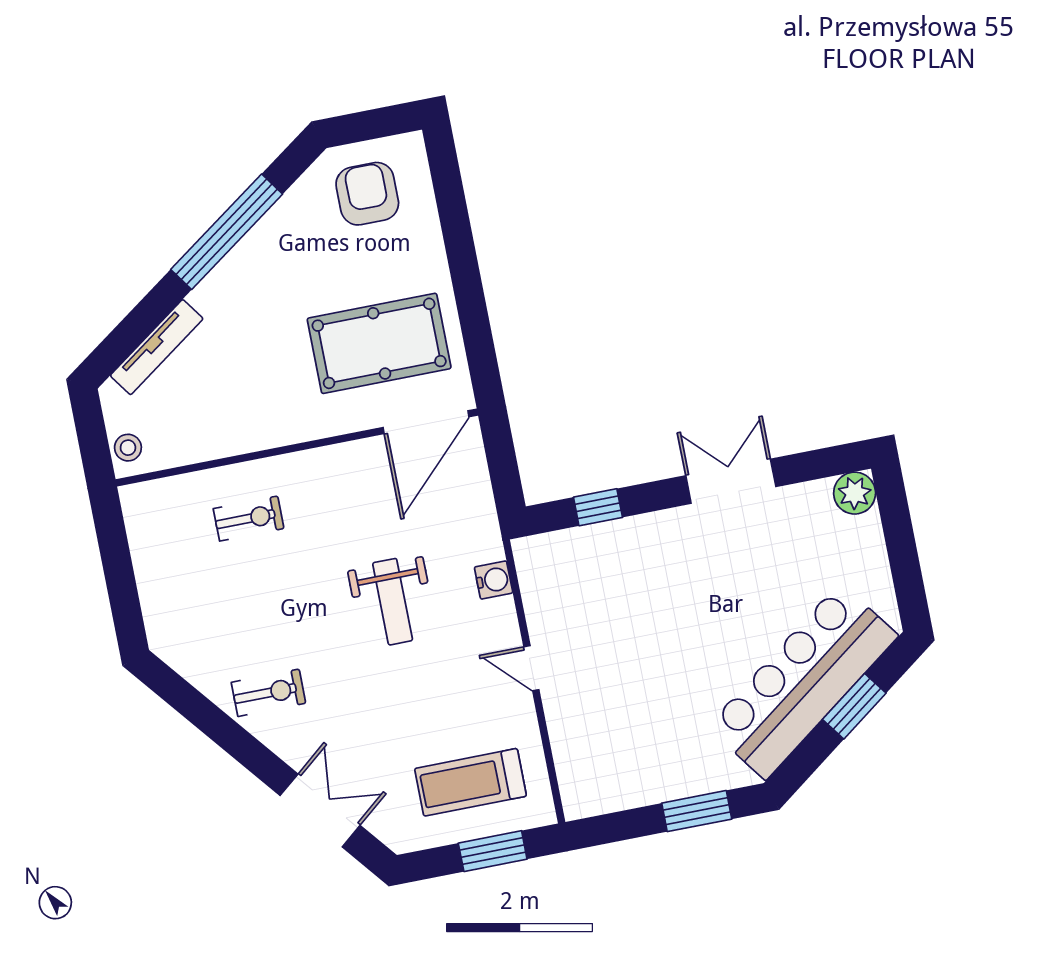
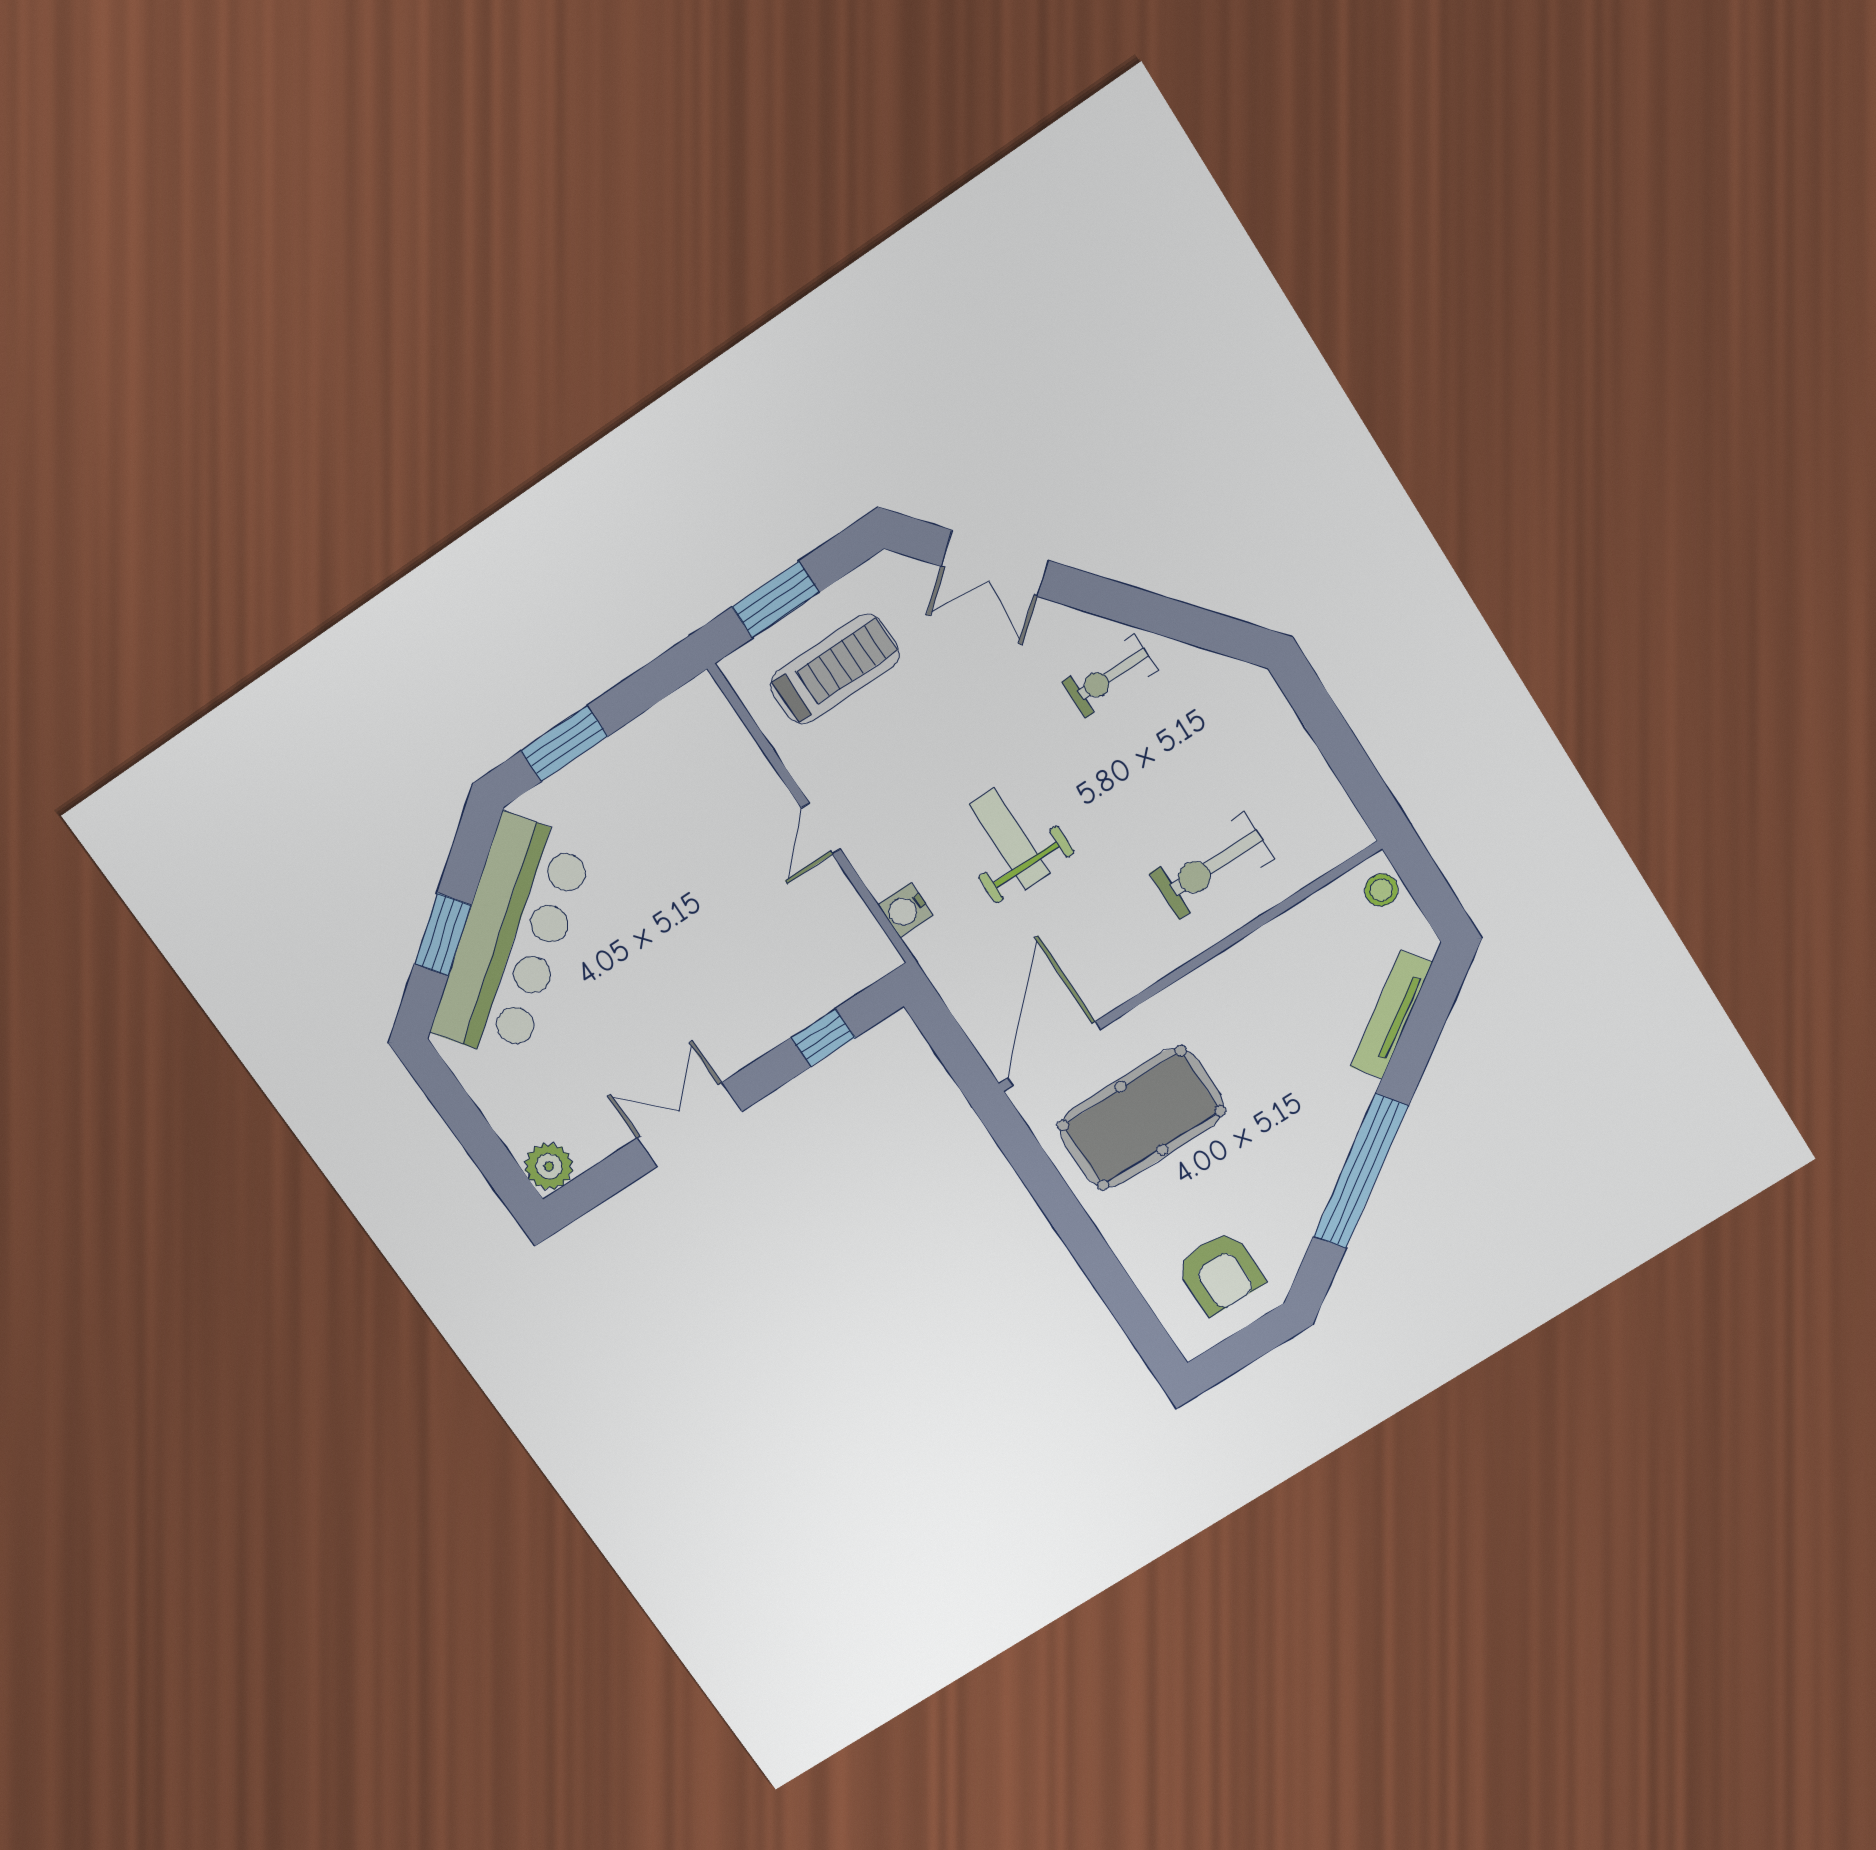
double door: (731, 481) -> (689, 1125), swing flipped
exercise bike: (249, 519) -> (1212, 866), width x1.38, depth x1.39
door: (531, 668) -> (821, 829), swing flipped

